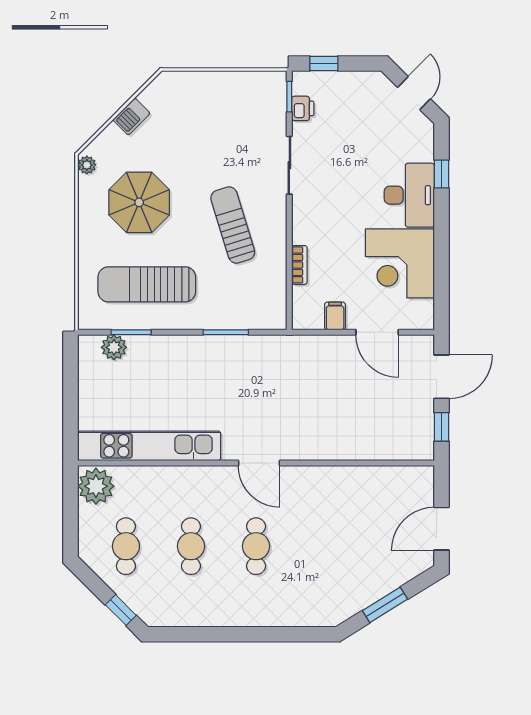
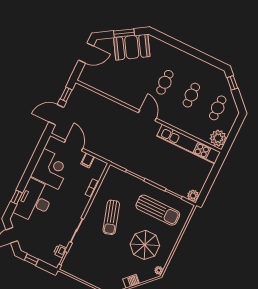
window: (324, 64) -> (31, 260), moved
desk: (409, 195) -> (34, 201), width x1.36, depth x1.30
plant: (114, 347) -> (193, 196), moved
booth: (356, 585) -> (132, 47), added

